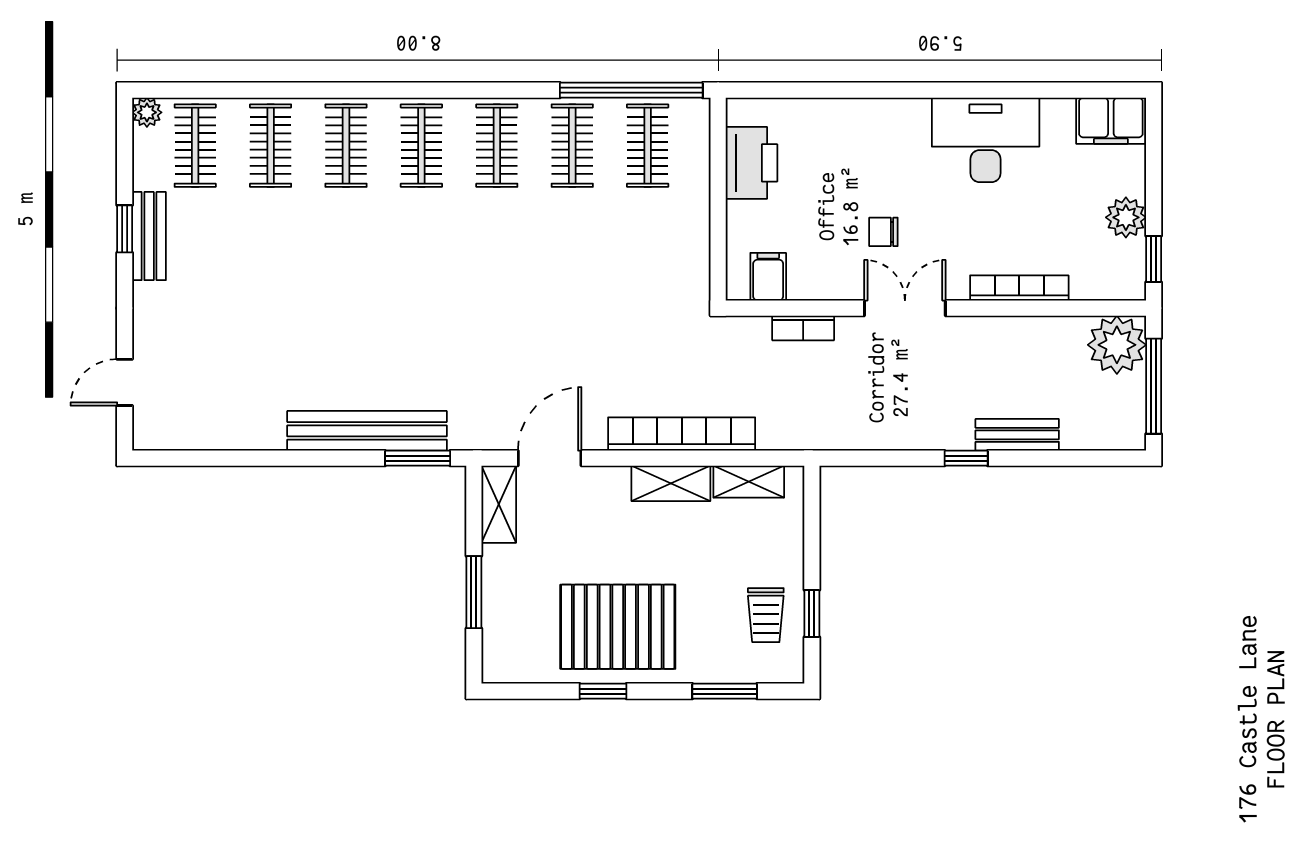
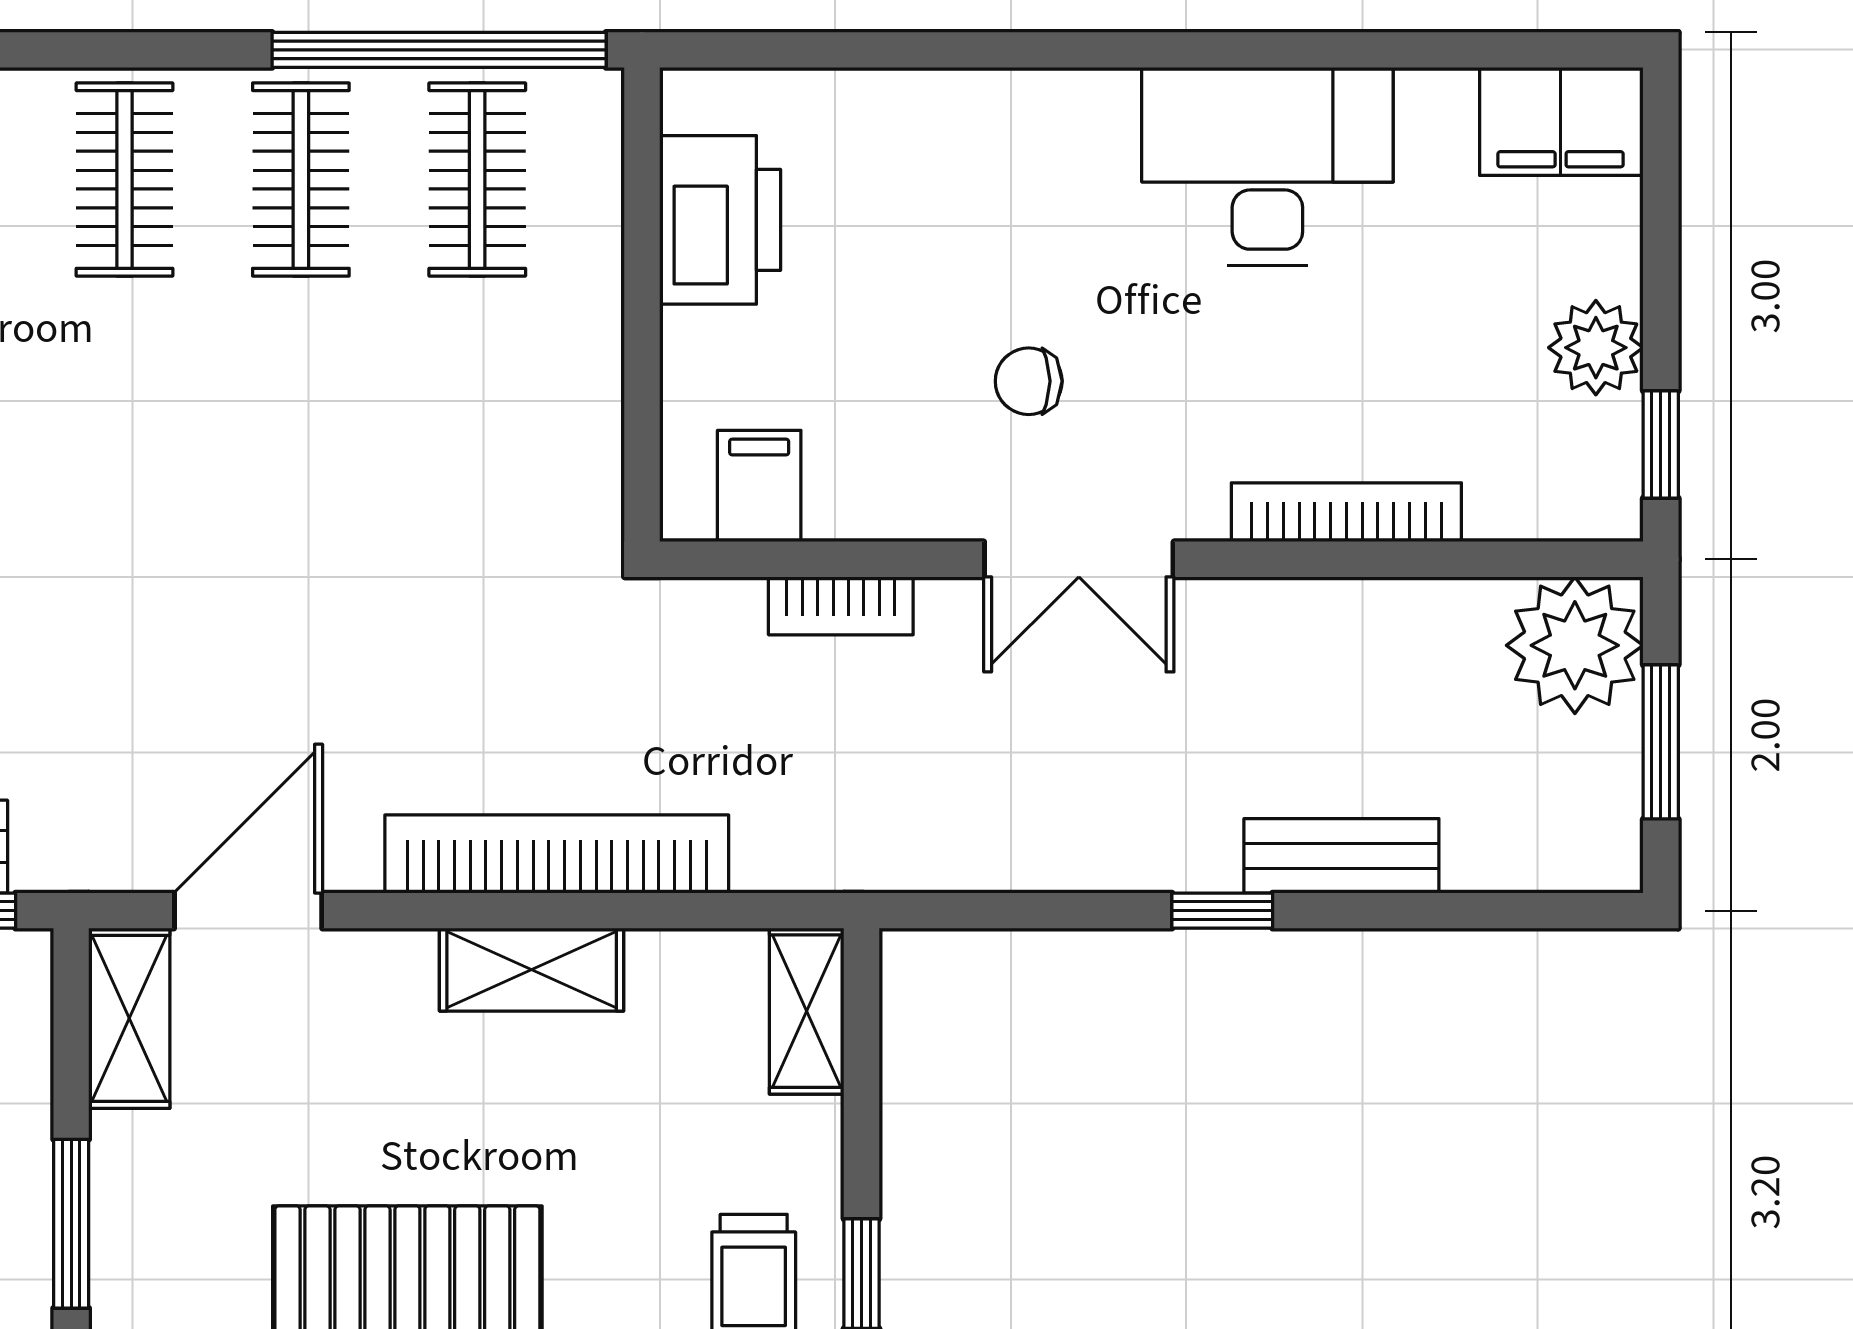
double door: (905, 308) -> (1079, 559), swing flipped
window: (1154, 386) -> (1661, 742), width x0.69
shelving: (749, 482) -> (807, 1011), moved, turned 90

